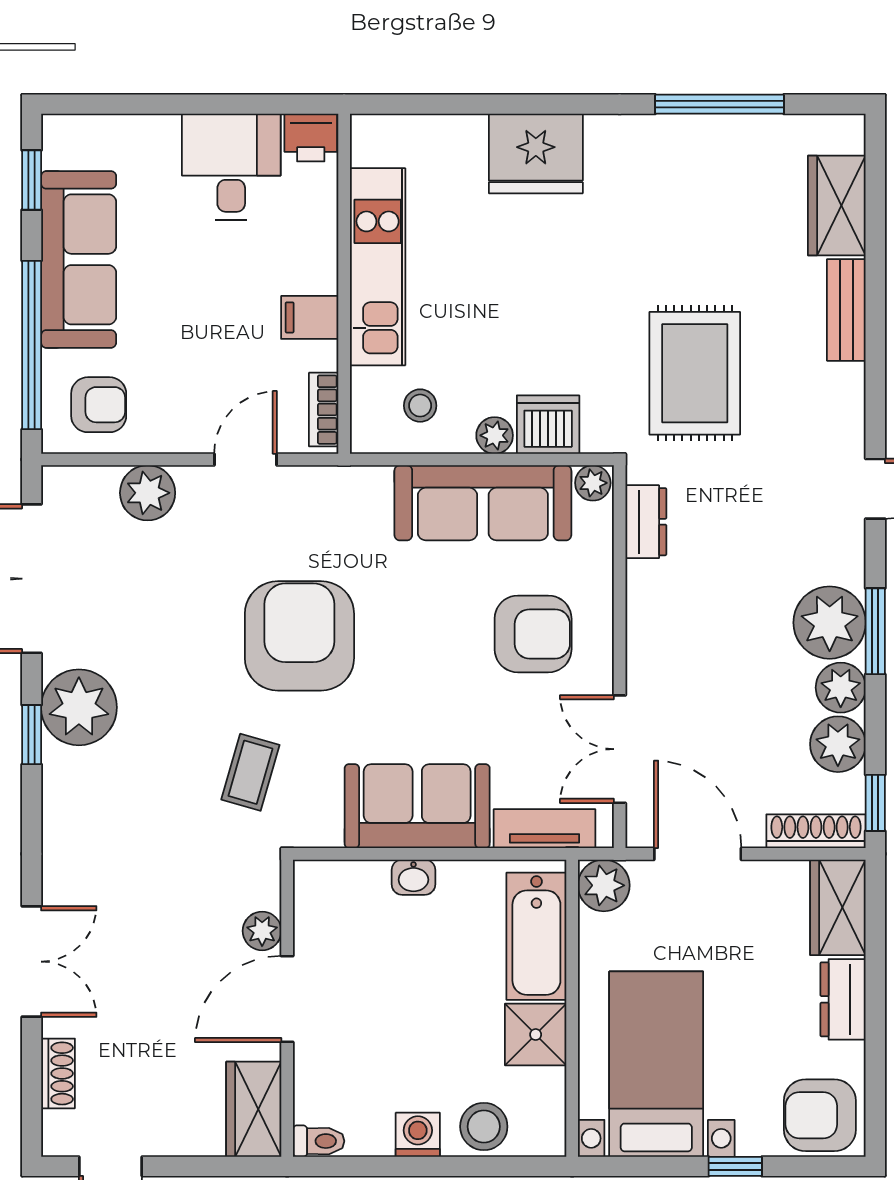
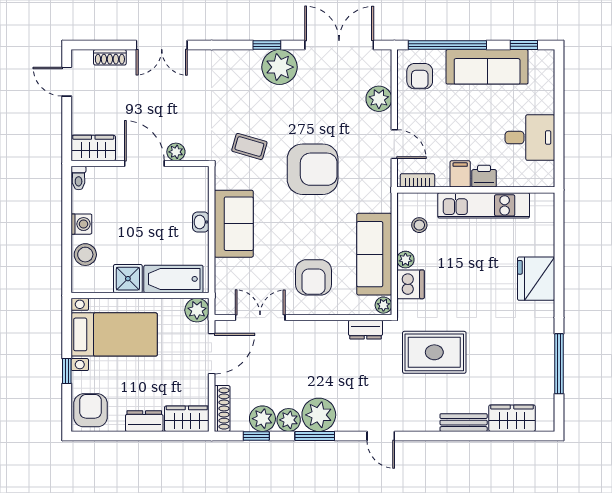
printer: (311, 138) -> (484, 176), moved, turned 90
window: (875, 803) -> (256, 436), moved
tv unit: (544, 829) -> (223, 283), removed

